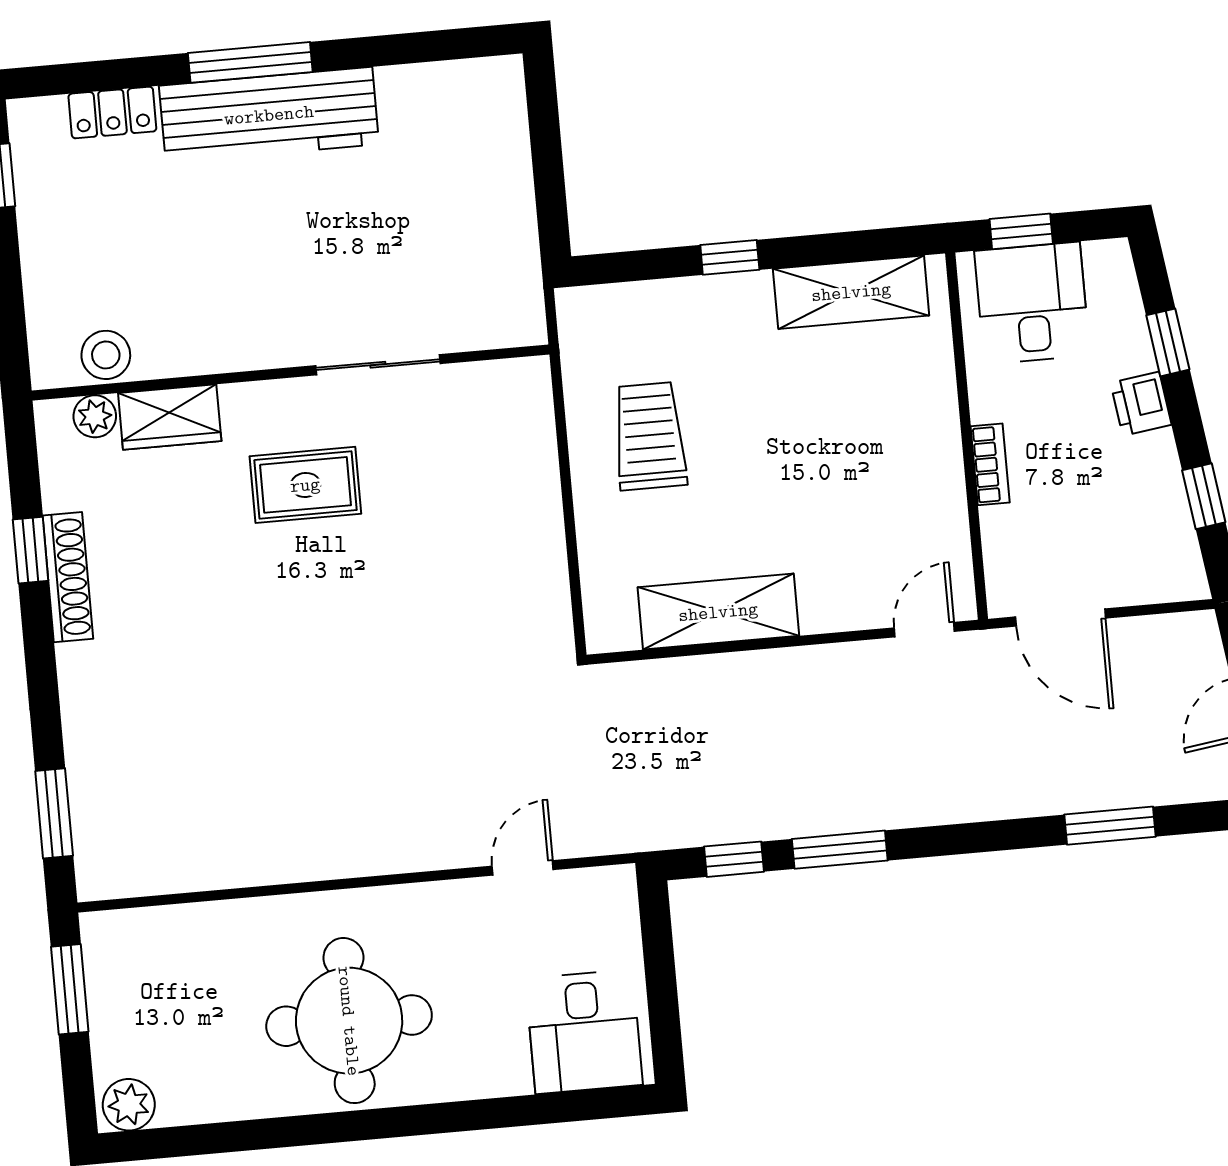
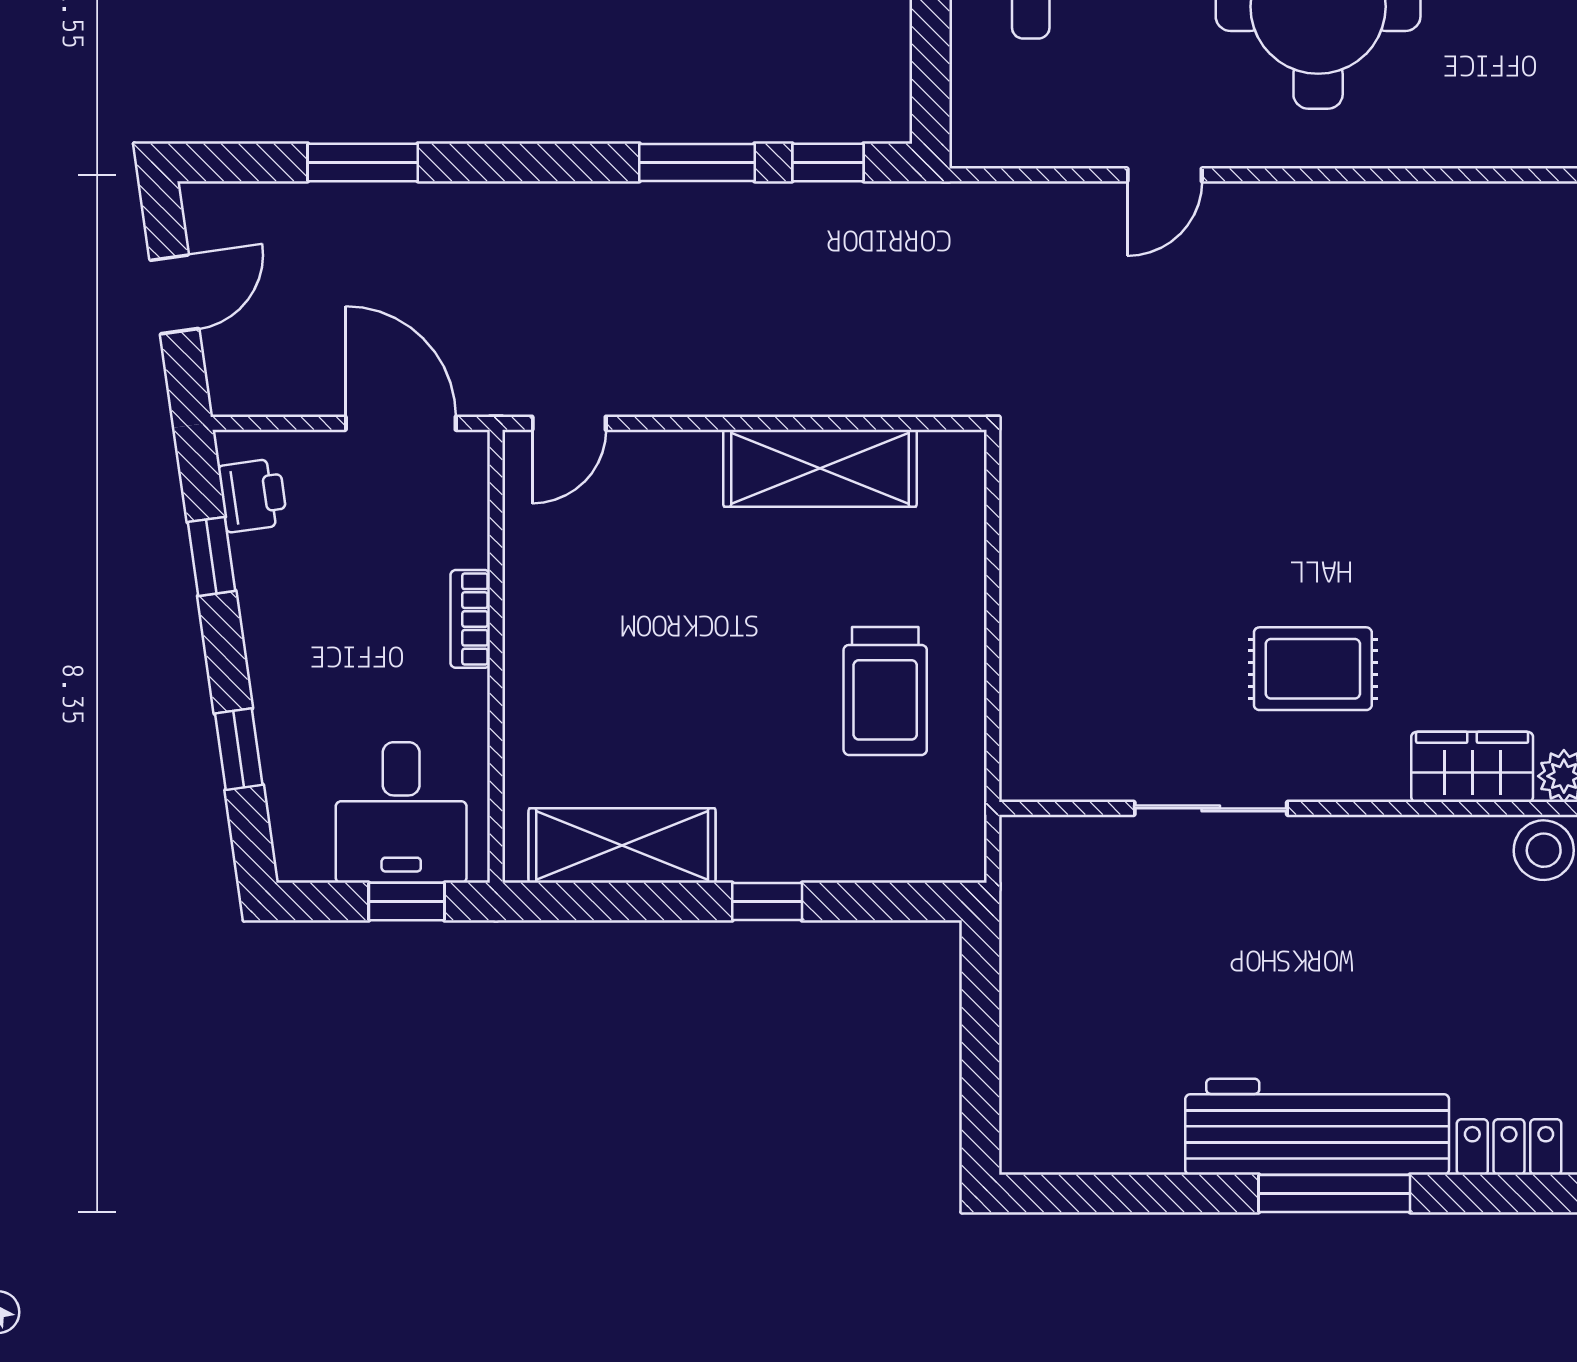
printer: (1141, 404) -> (253, 495), moved
door: (523, 868) -> (1165, 175), moved

